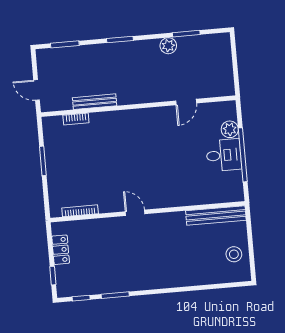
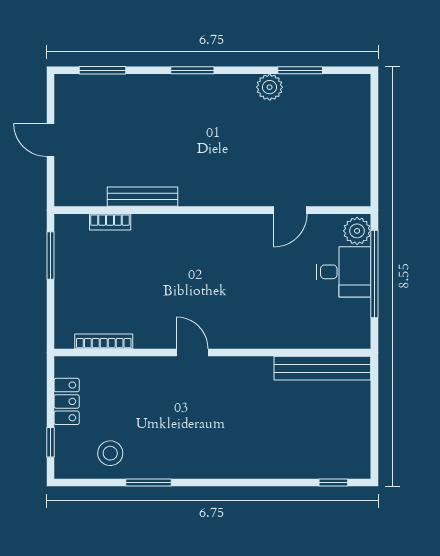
bench: (95, 102) -> (143, 197), moved
door: (186, 102) -> (290, 210), moved
wall: (138, 106) -> (212, 210), moved
bookcase: (76, 119) -> (110, 222), moved
stool: (234, 254) -> (110, 453), moved
window: (81, 298) -> (333, 482), moved

